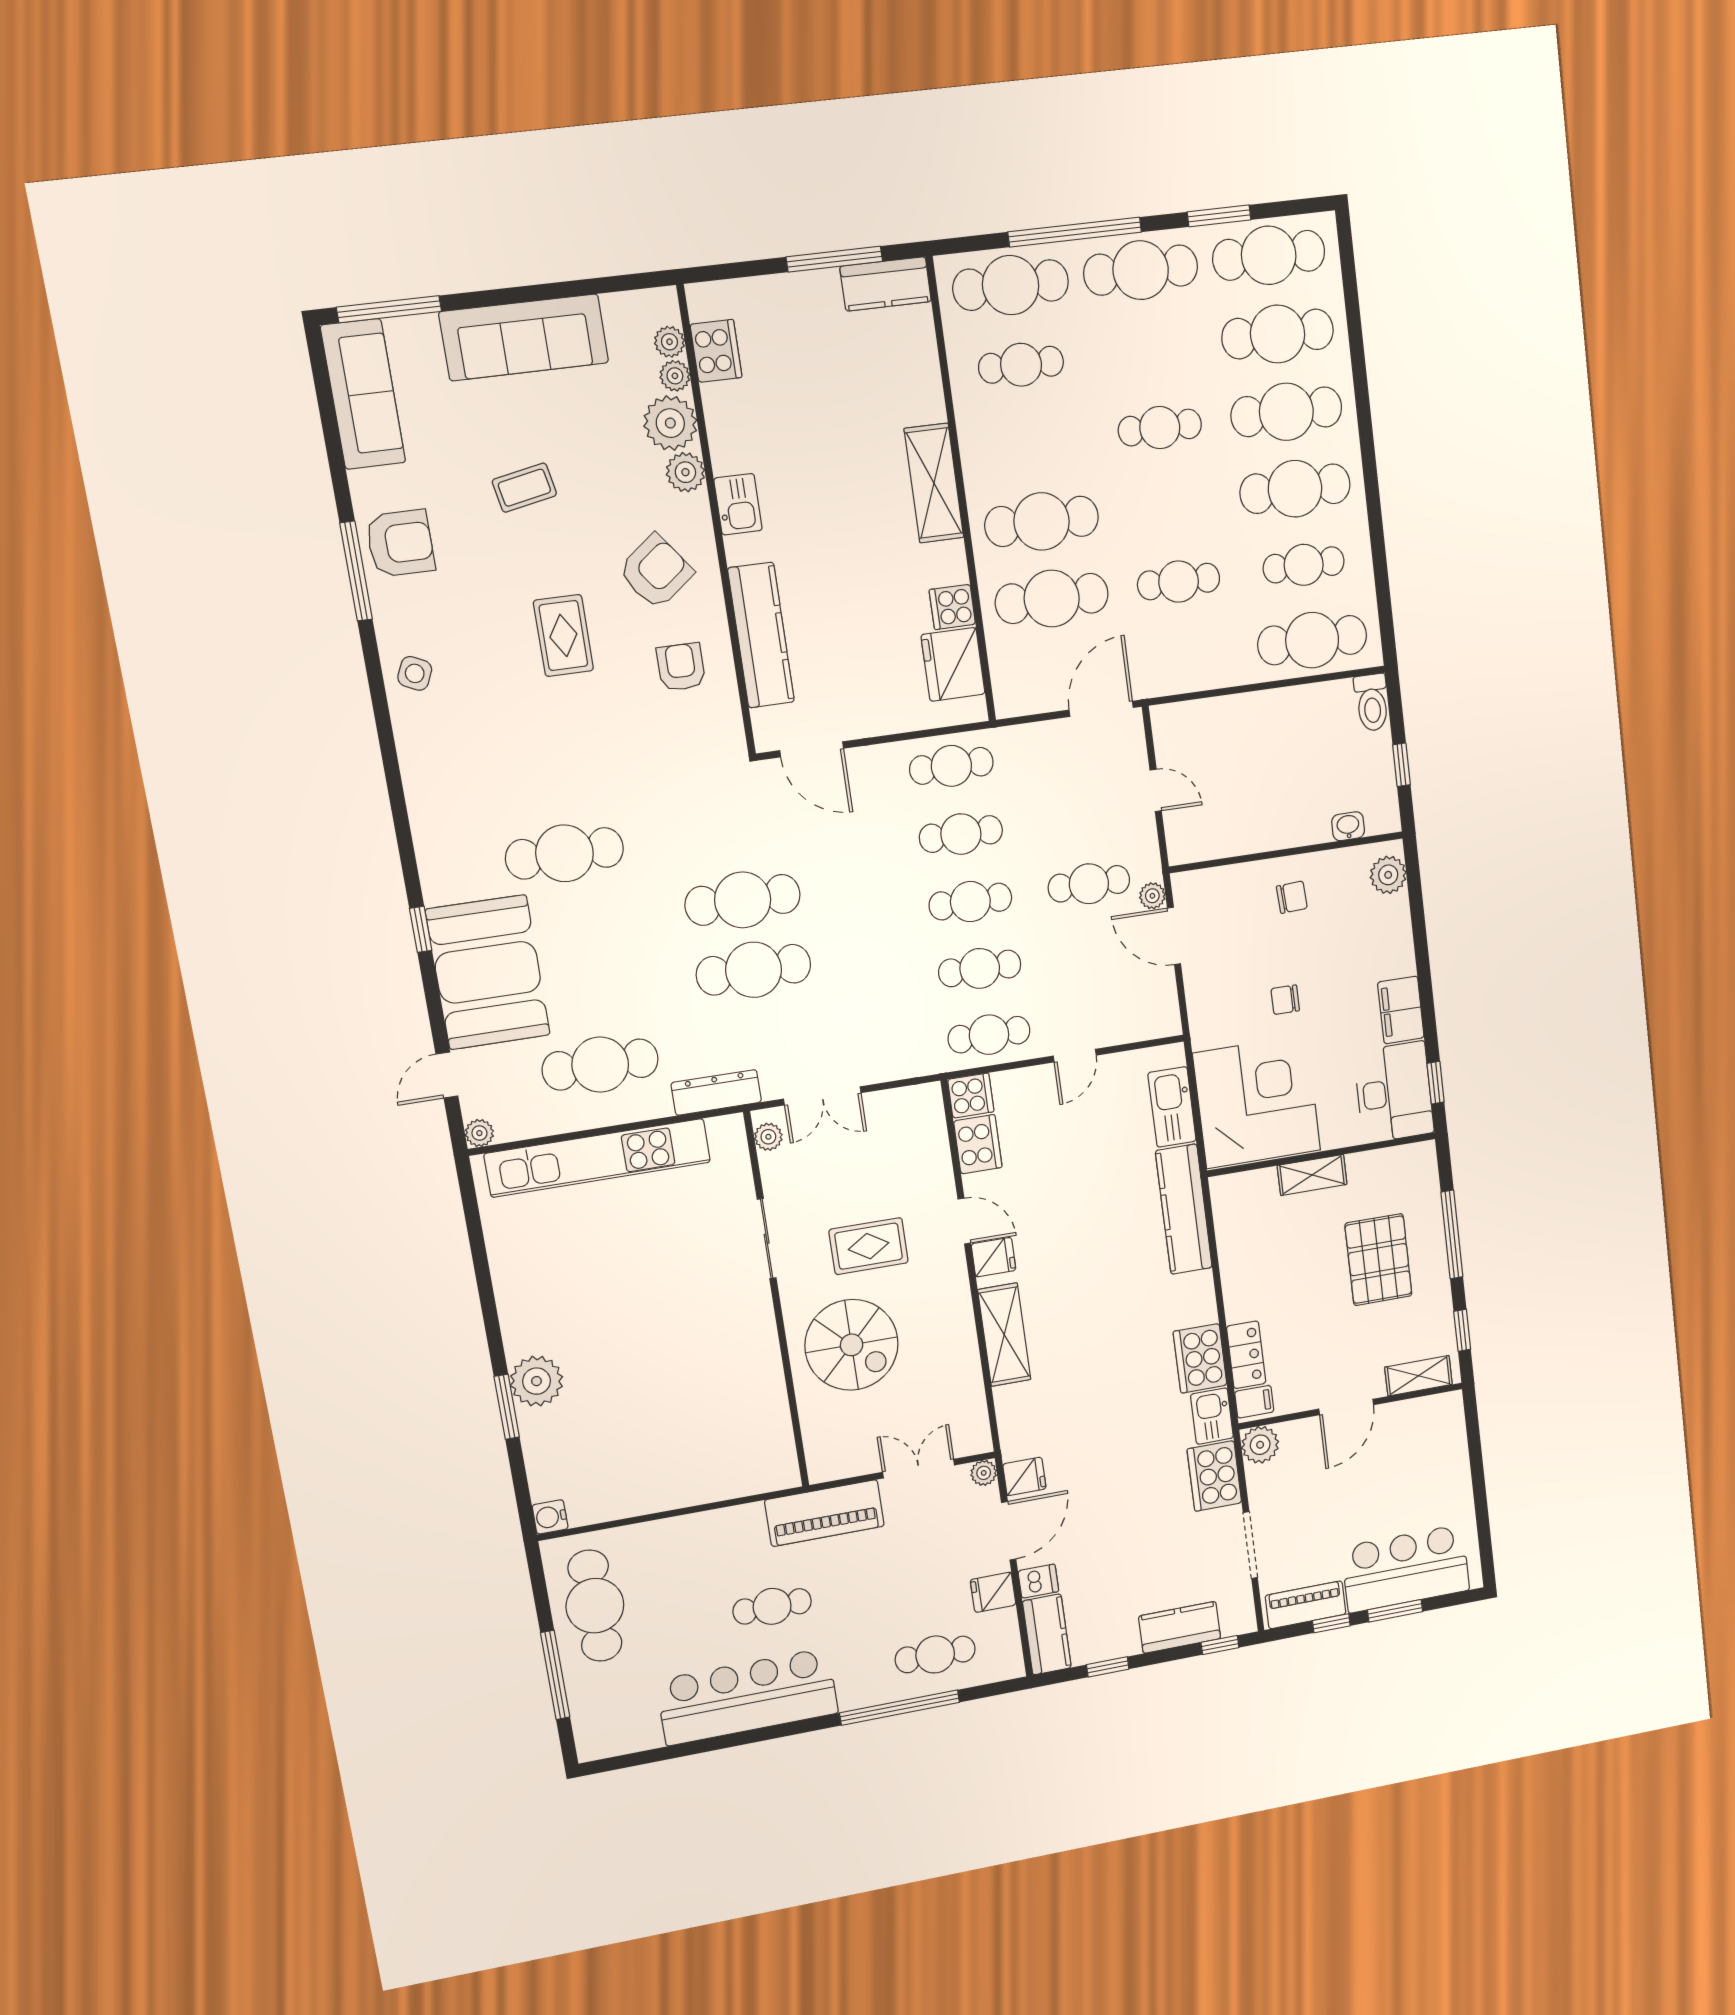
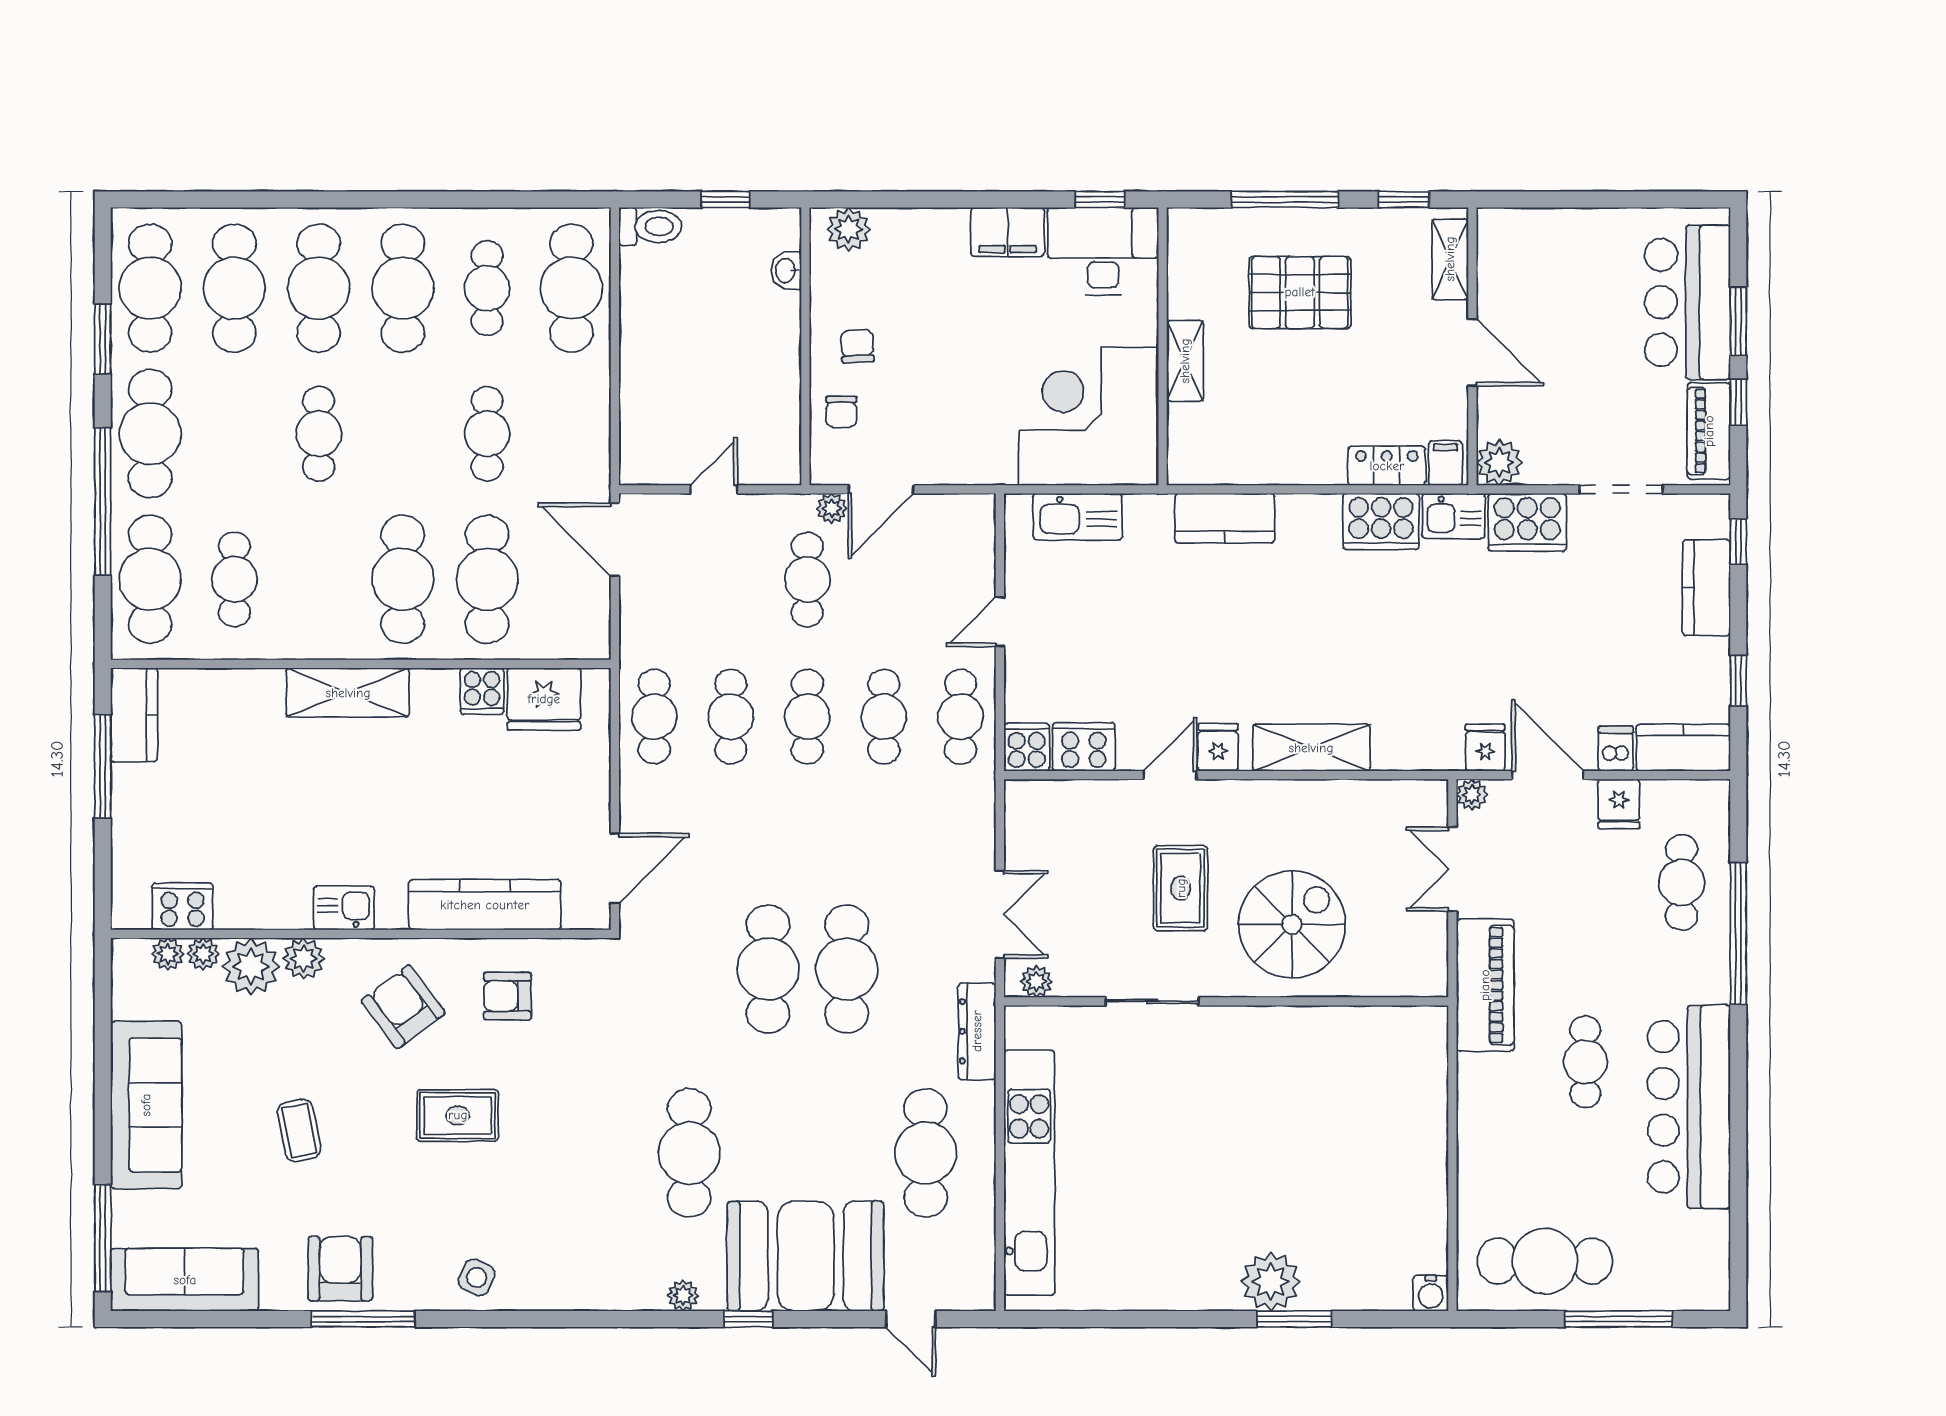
chair: (1285, 1000) -> (841, 412), moved
door: (1075, 1056) -> (1000, 622), swing flipped
plant: (479, 1133) -> (683, 1296), moved
kitchen counter: (1184, 1209) -> (1225, 518), width x0.67

